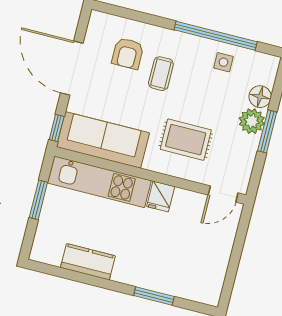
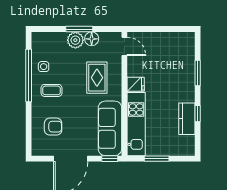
coffee table: (161, 74) -> (51, 90), moved
floor lamp: (260, 97) -> (92, 39), moved
window: (91, 280) -> (198, 114), added

